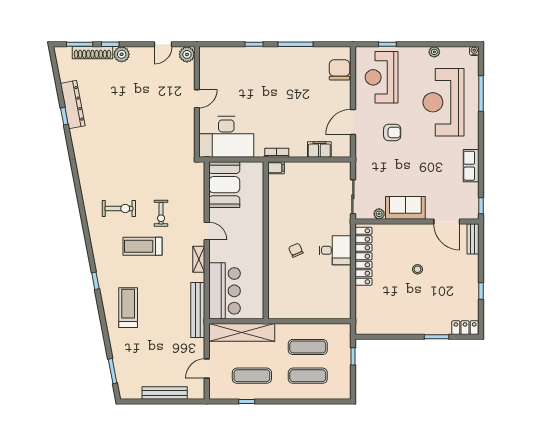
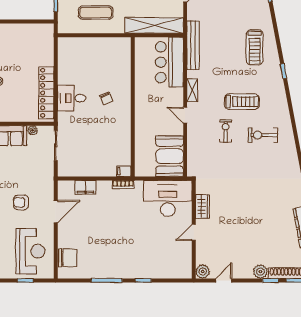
chair: (339, 70) -> (68, 258), turned -90
wardrobe: (187, 128) -> (203, 207), added

